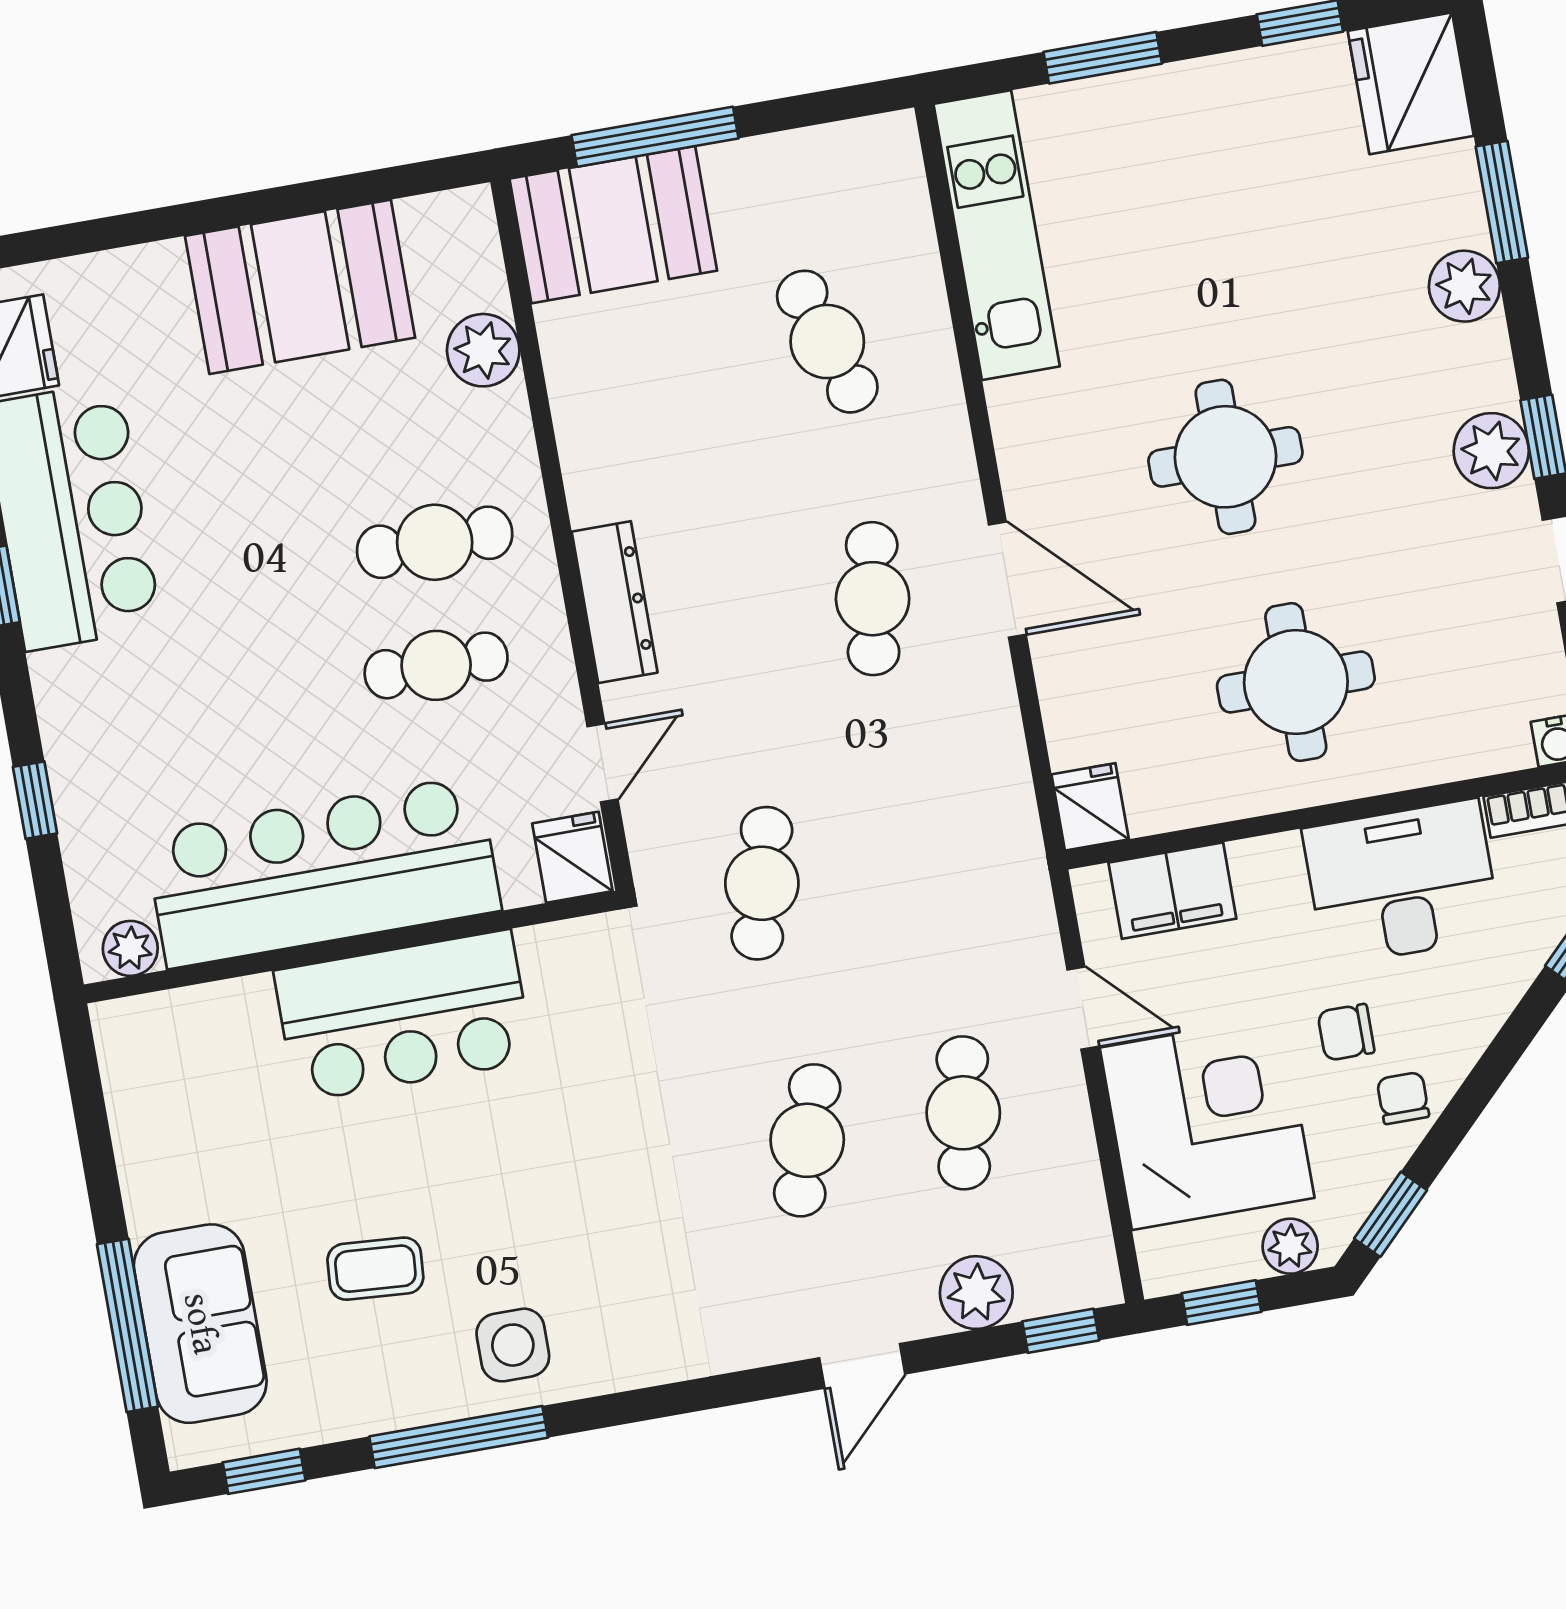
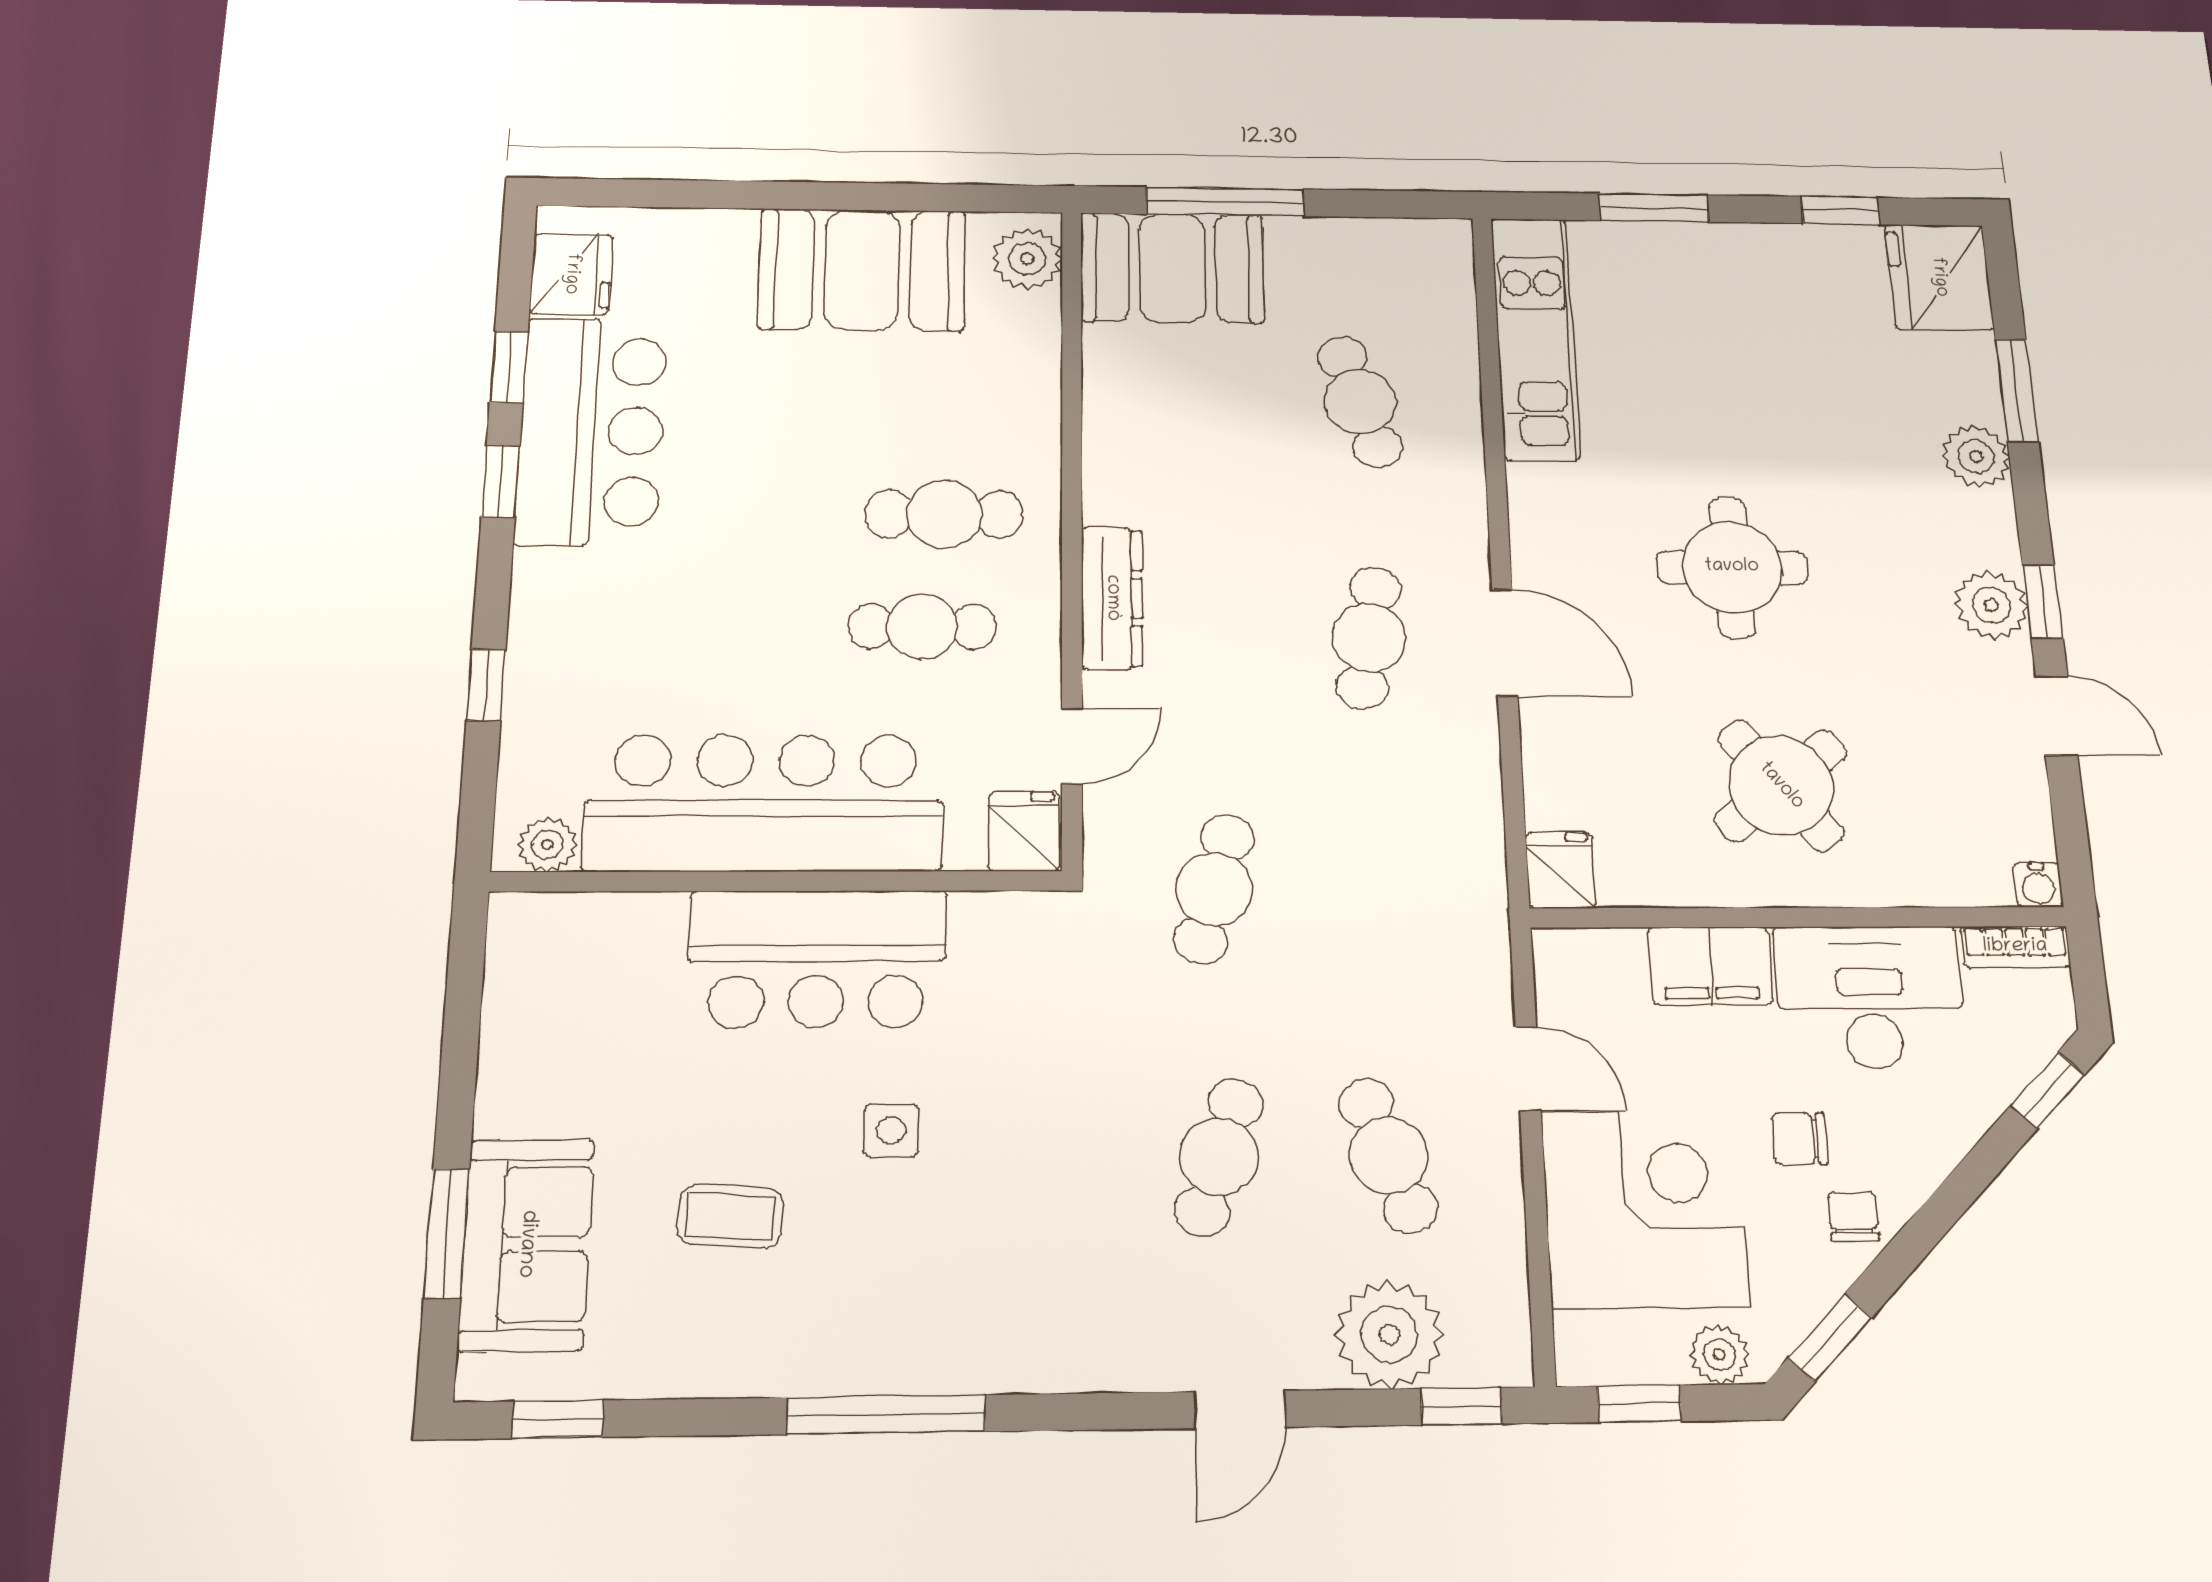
plant: (483, 350) -> (1027, 259), moved
round table: (1296, 682) -> (1781, 786), turned -38
filing cabinet: (1172, 891) -> (1711, 966), moved
cafe table: (963, 1113) -> (1388, 1155), turned -30
plant: (976, 1293) -> (1389, 1334), width x1.36, depth x1.36
window: (128, 1325) -> (447, 1233), width x0.69
side table: (513, 1345) -> (891, 1130), moved, width x0.73, depth x0.73
window: (459, 1437) -> (886, 1415), moved

